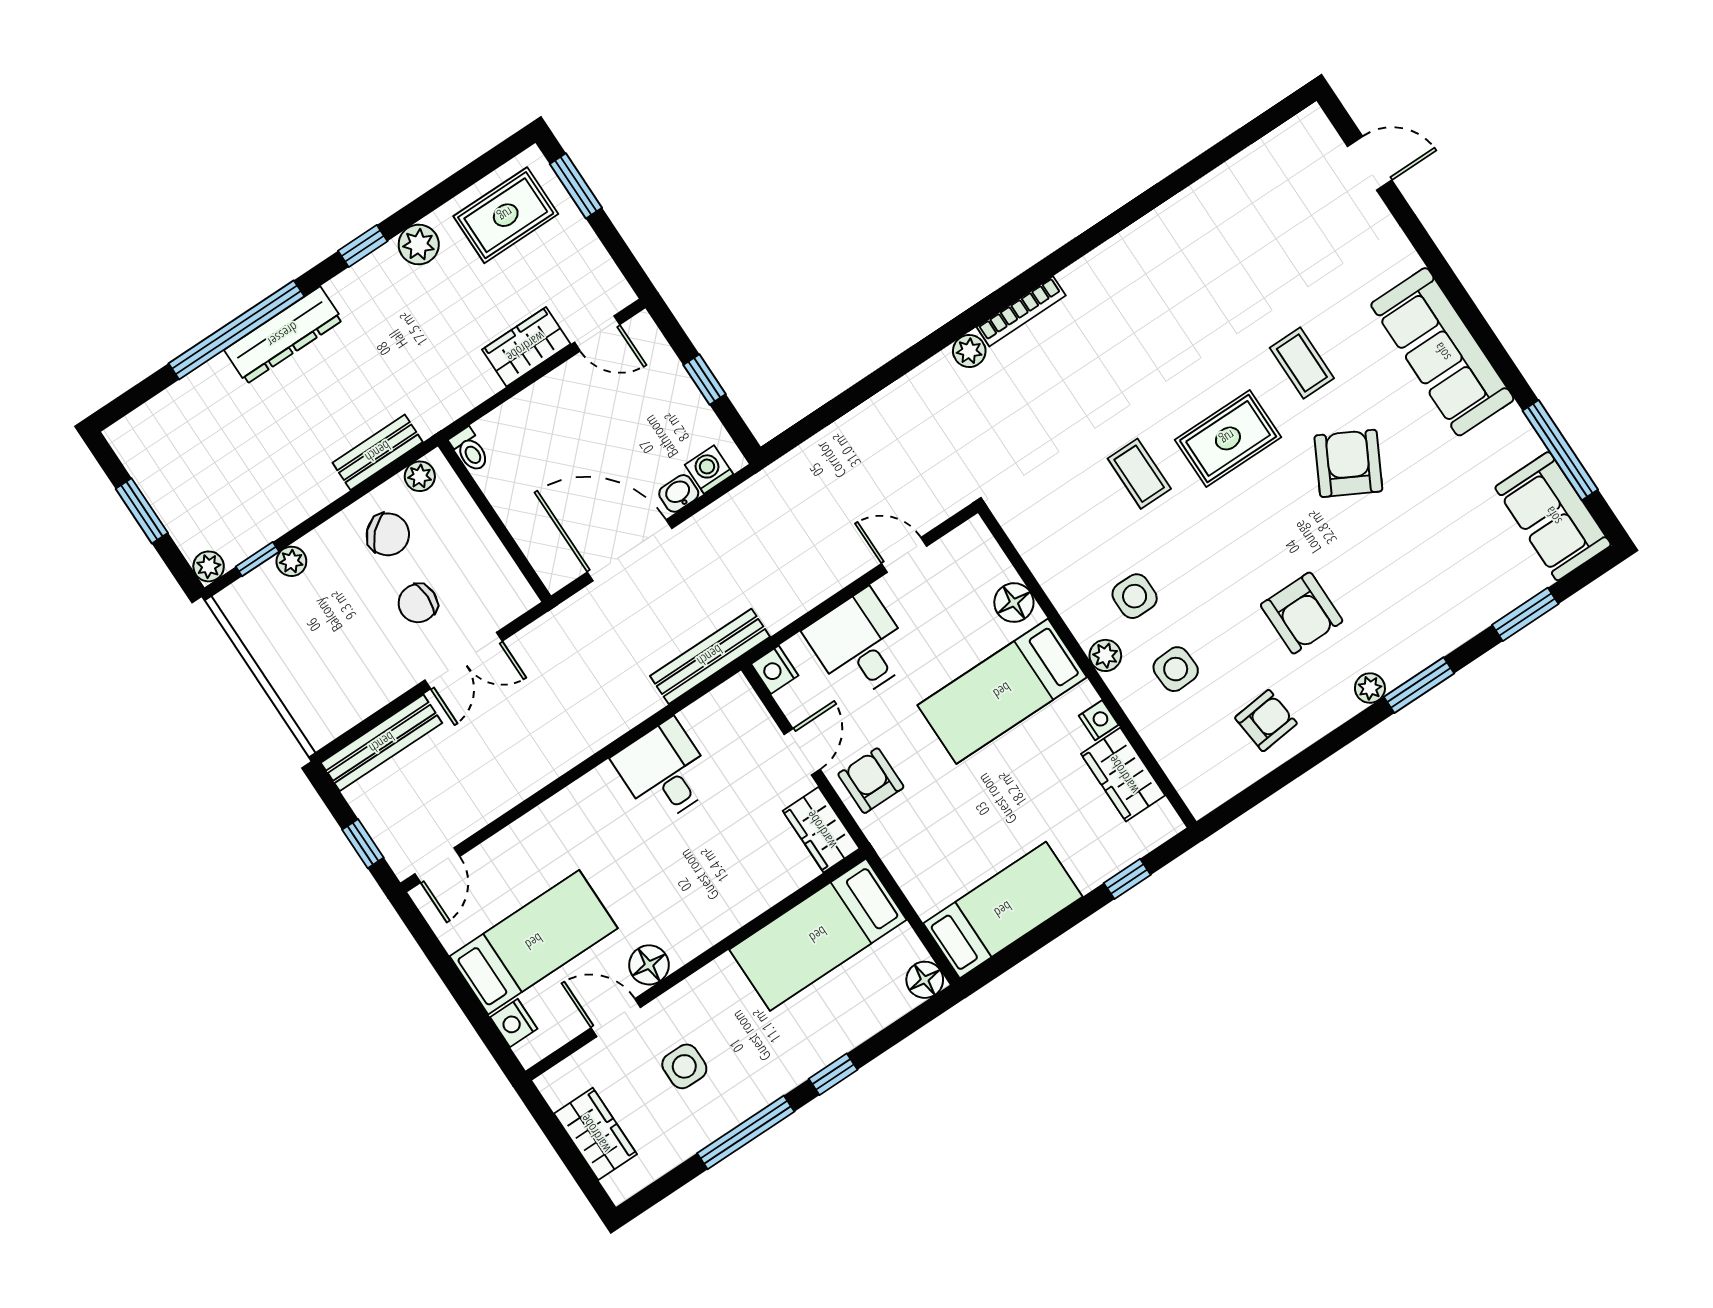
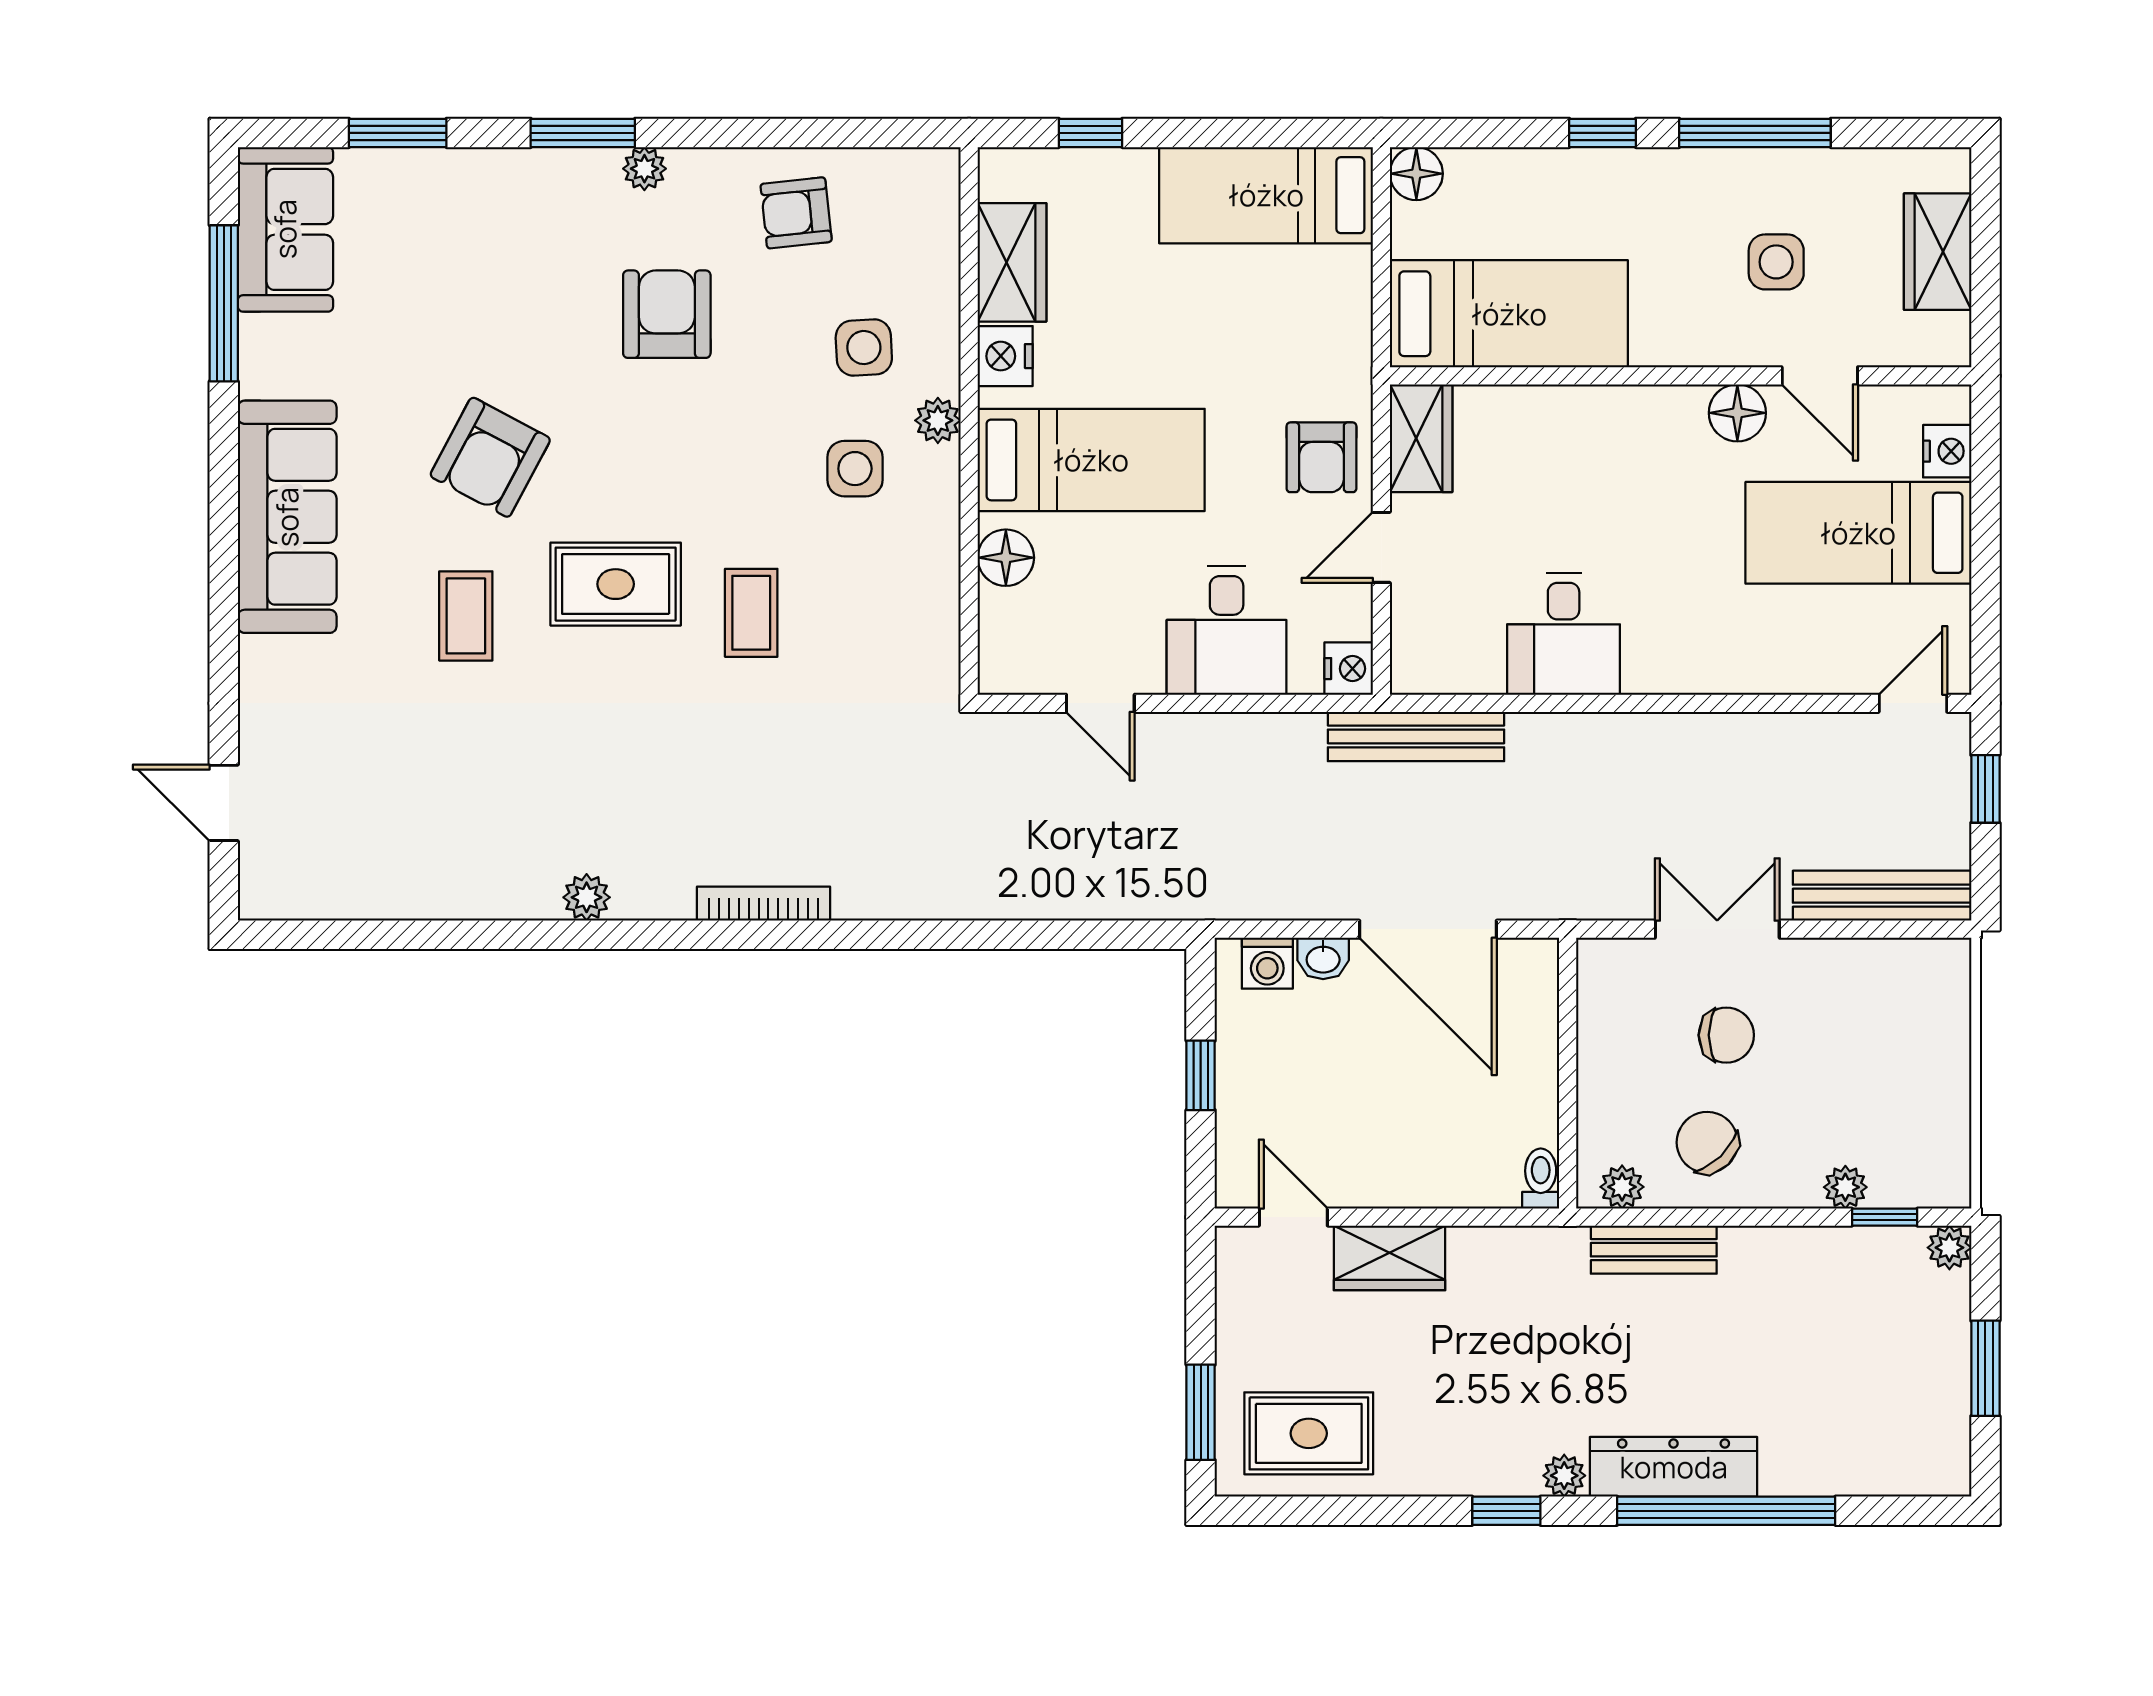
plant: (419, 245) -> (1564, 1476), moved, width x0.73, depth x0.73
plant: (969, 351) -> (587, 897), moved
nightstand: (1099, 720) -> (1005, 356), width x1.39, depth x1.35

